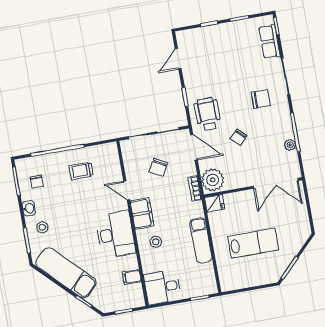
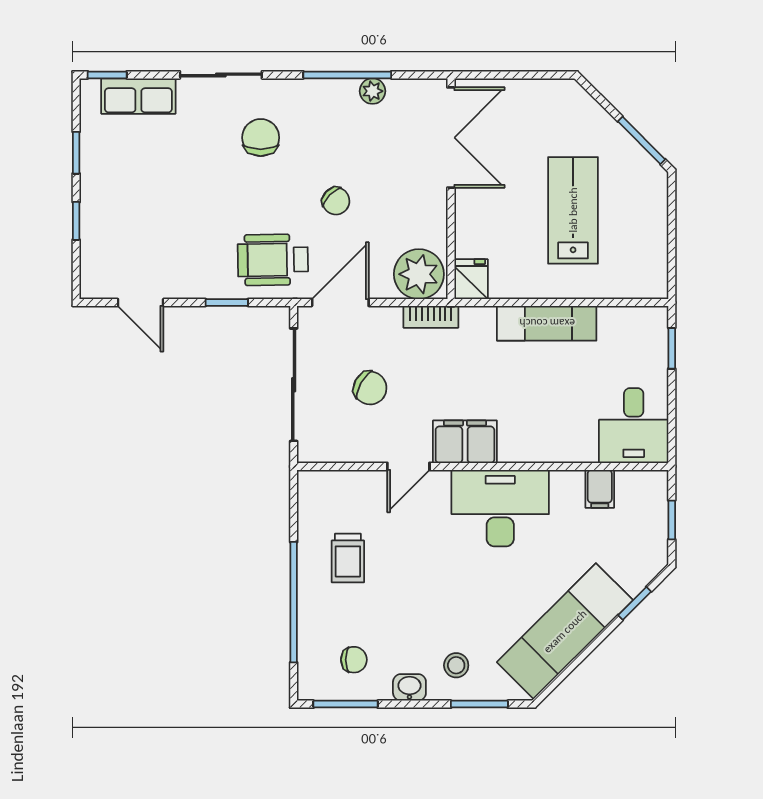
stool: (156, 242) -> (532, 423), removed

